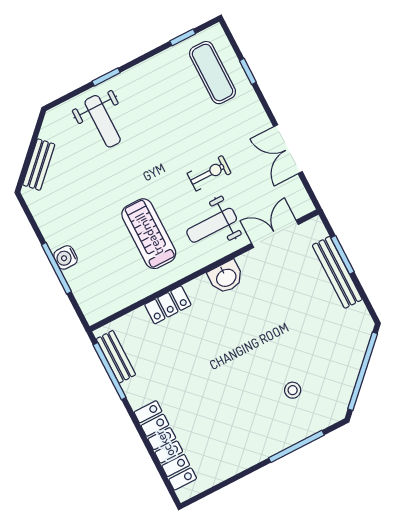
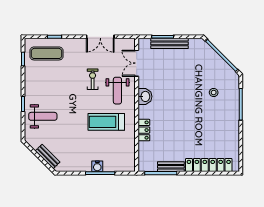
bench: (116, 357) -> (171, 167), moved

